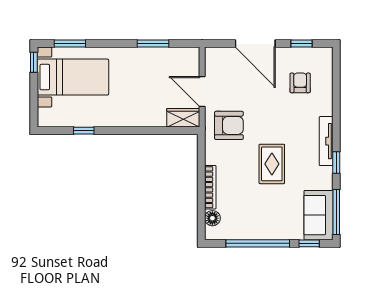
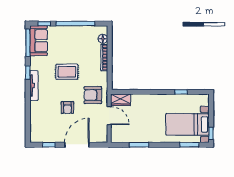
door: (255, 44) -> (77, 145), hinge flipped
armchair: (300, 83) -> (67, 108), moved
rug: (272, 164) -> (67, 72), turned 90

